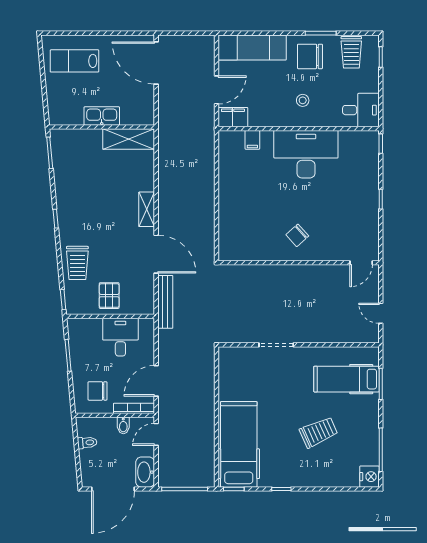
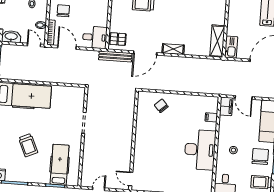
kitchen sink: (102, 116) -> (231, 47), moved
chair: (297, 235) -> (161, 106), moved
pallet: (109, 296) -> (118, 39), moved
desk: (120, 337) -> (95, 37), moved

